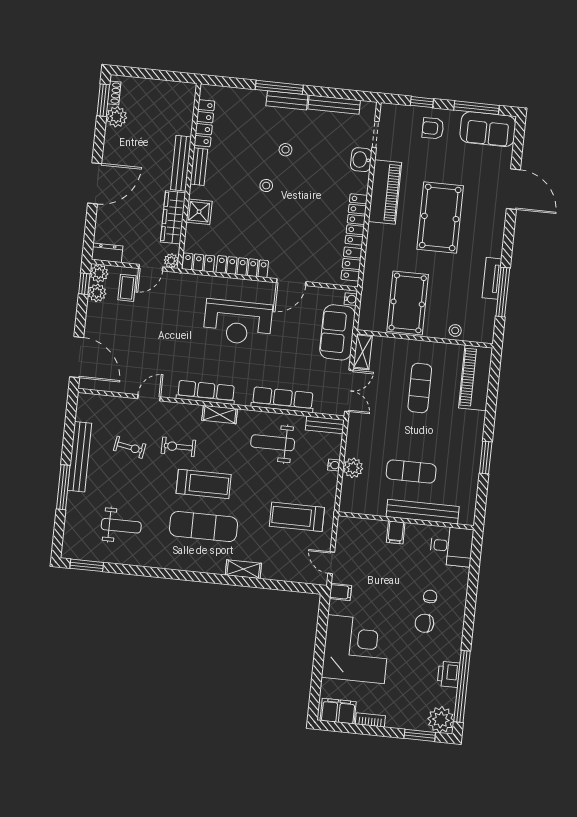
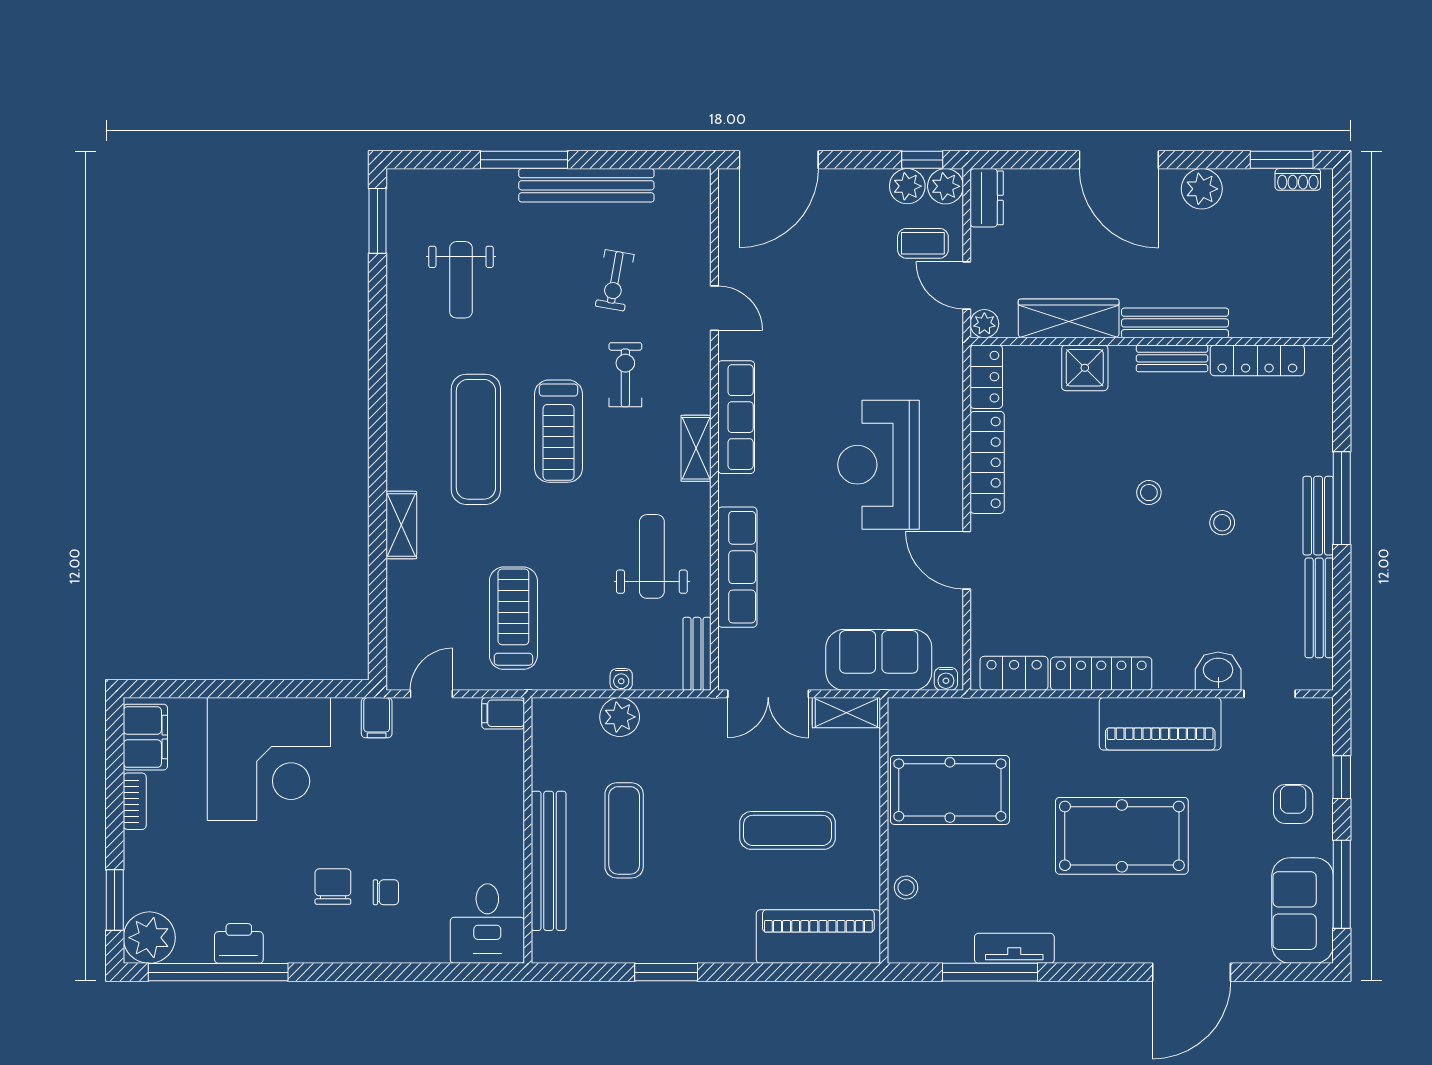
plant: (117, 117) -> (1202, 189), moved
filing cabinet: (396, 532) -> (503, 713), moved

